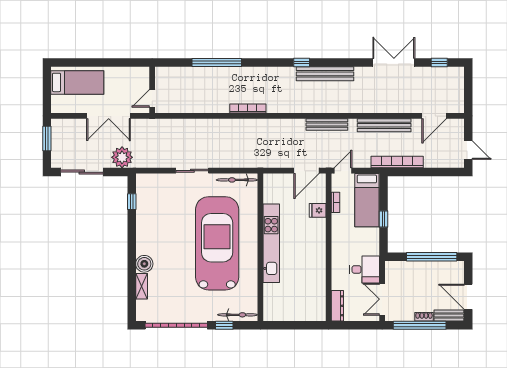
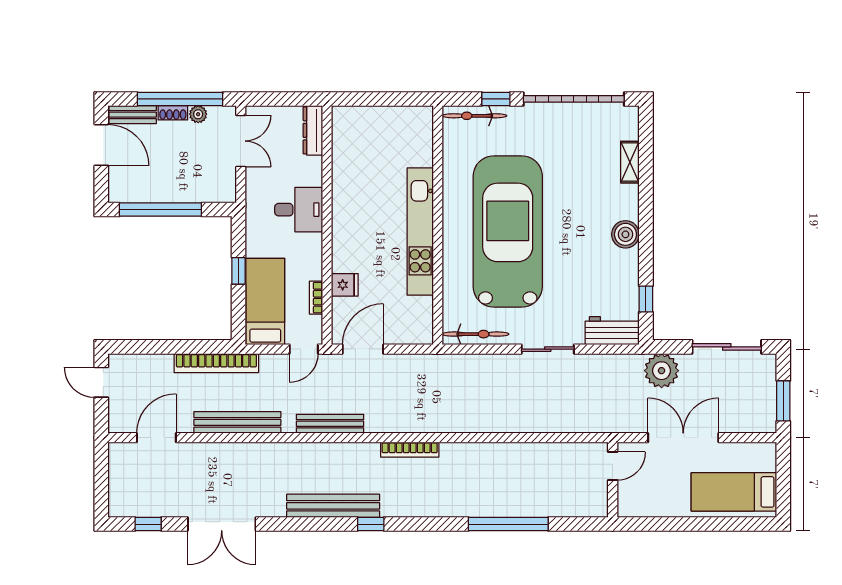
bookcase: (248, 109) -> (410, 450), moved
workbench: (153, 182) -> (612, 331), added
car: (217, 243) -> (508, 231), turned 180
boiler: (144, 264) -> (625, 234), moved
desk: (365, 269) -> (299, 210), moved, turned 180
plant: (408, 316) -> (198, 114), added

